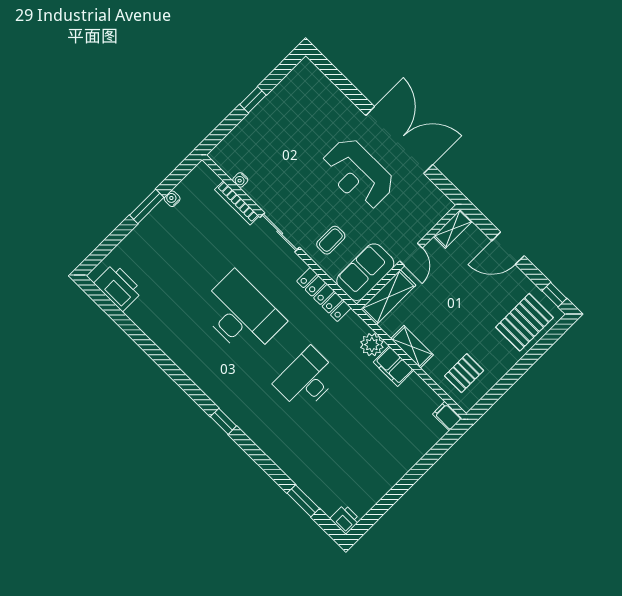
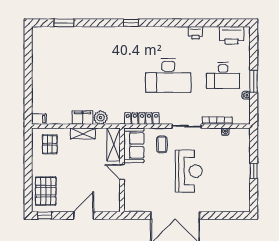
reception desk: (358, 174) -> (189, 171), moved, turned 90
shelving: (453, 229) -> (115, 200), removed
desk: (307, 379) -> (223, 75), moved, turned 90
printer: (345, 519) -> (196, 33), moved

